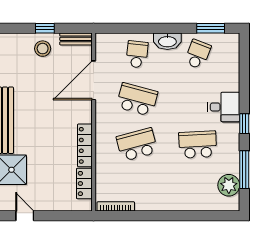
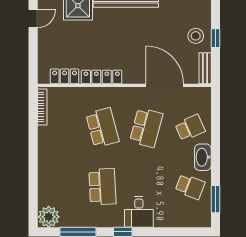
school desk: (137, 54) -> (190, 128), turned -30
plant: (229, 185) -> (49, 217), moved

